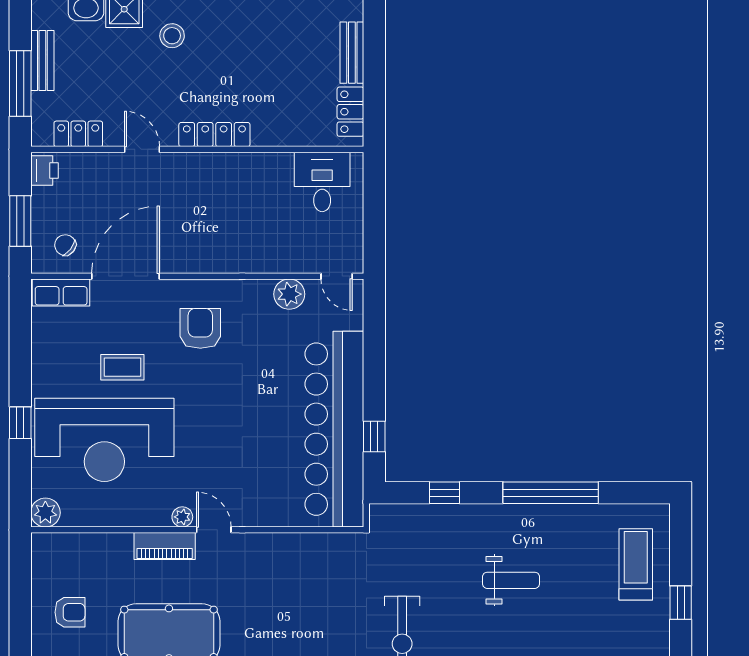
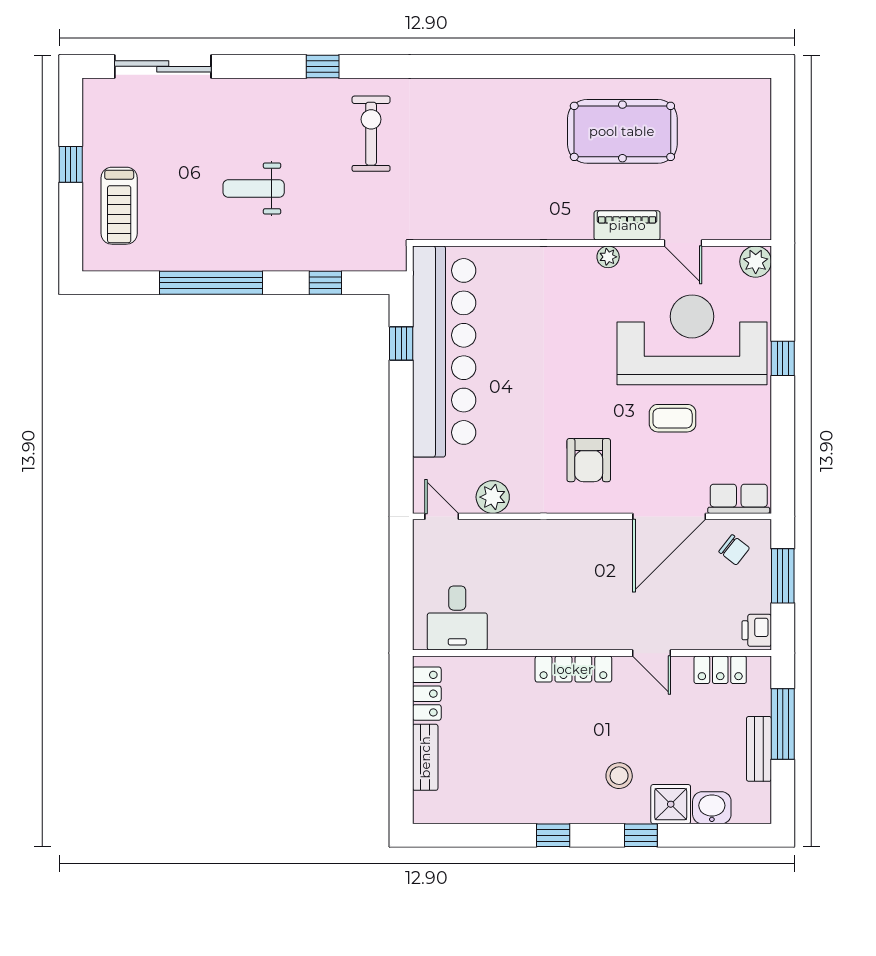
door: (214, 530) -> (683, 243), moved
armchair: (70, 612) -> (729, 154), removed

